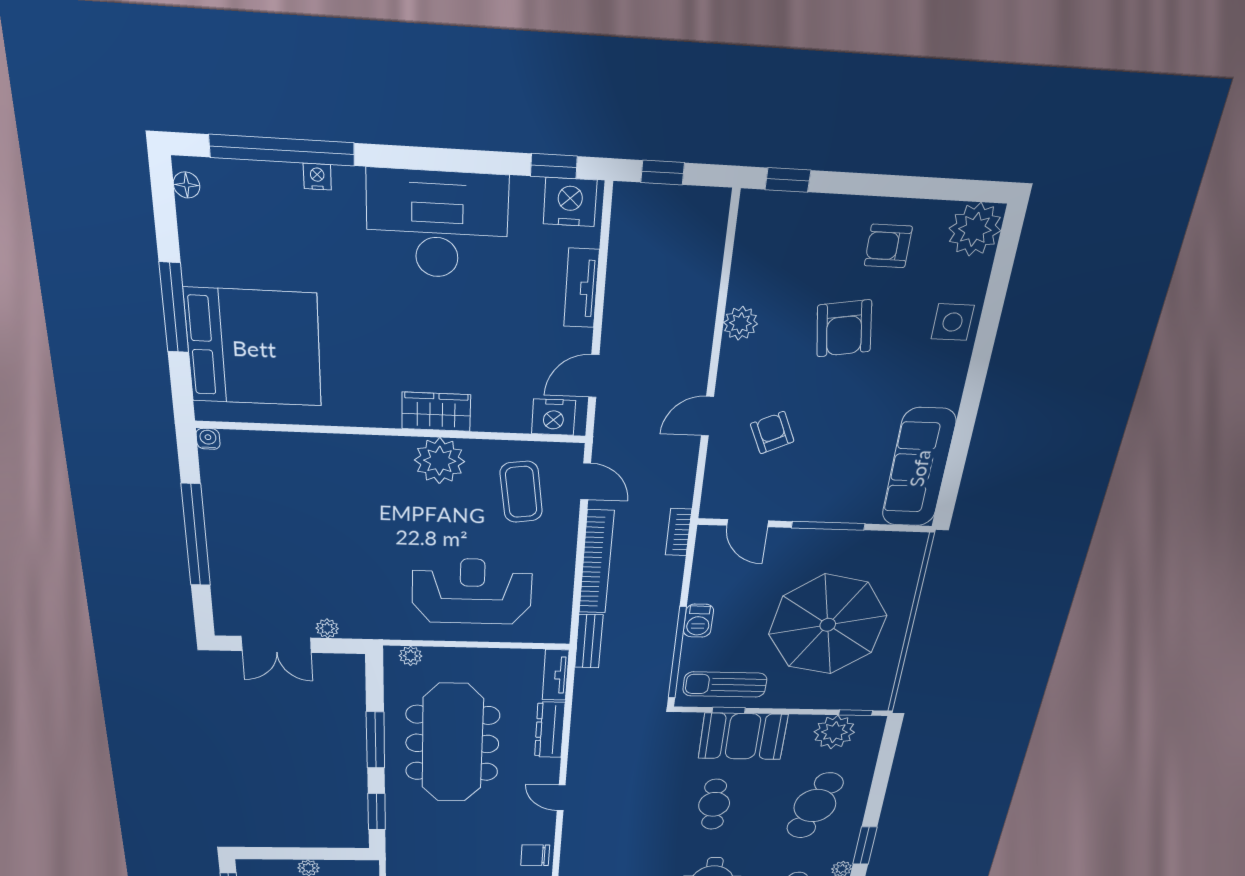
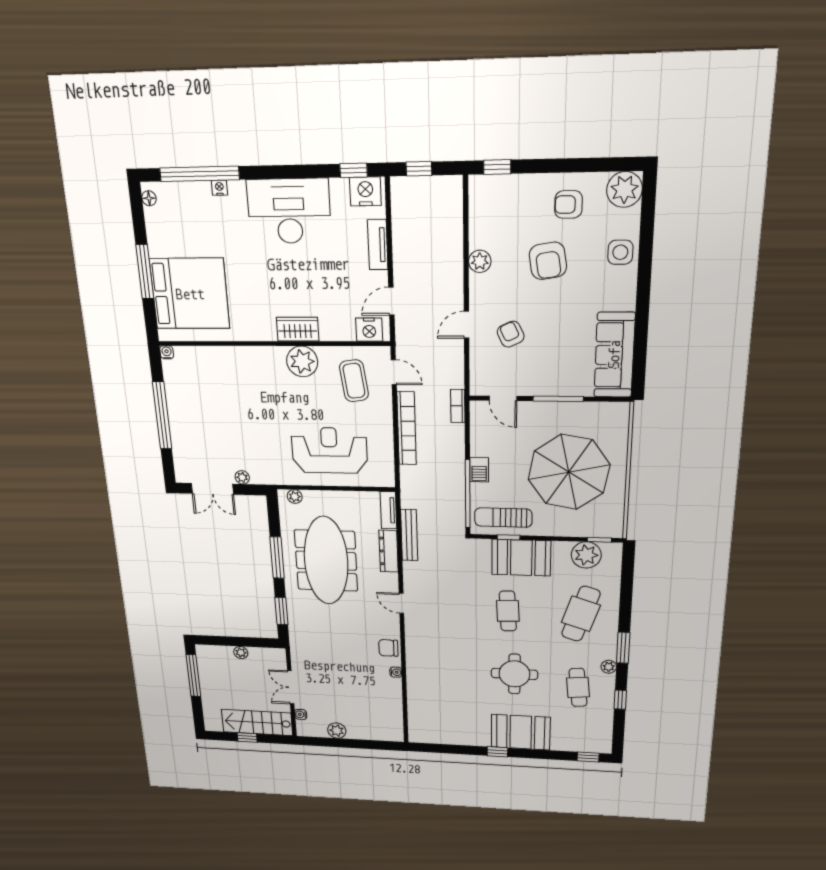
bench: (589, 641) -> (409, 535), moved, width x1.36

